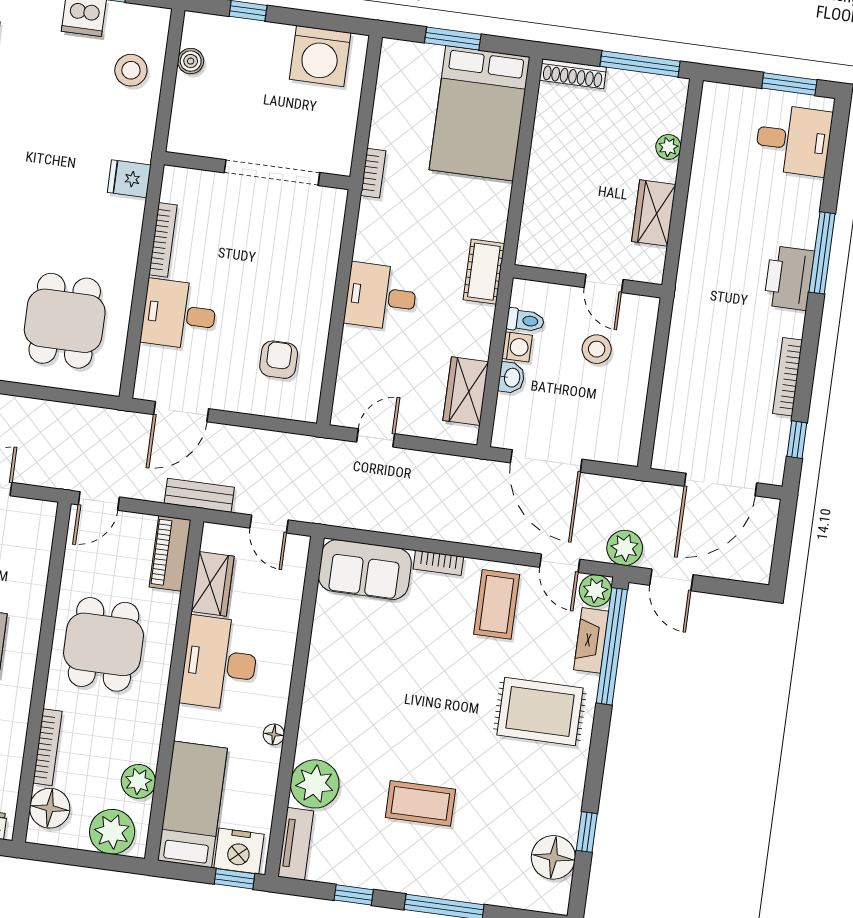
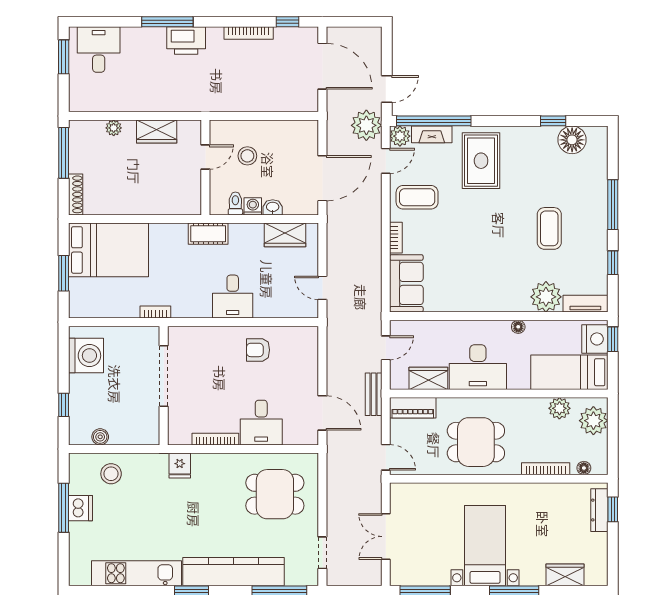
armchair: (279, 360) -> (258, 350), moved
plant: (625, 548) -> (366, 125), width x1.36, depth x1.36
floor lamp: (50, 808) -> (584, 468), width x0.53, depth x0.53

